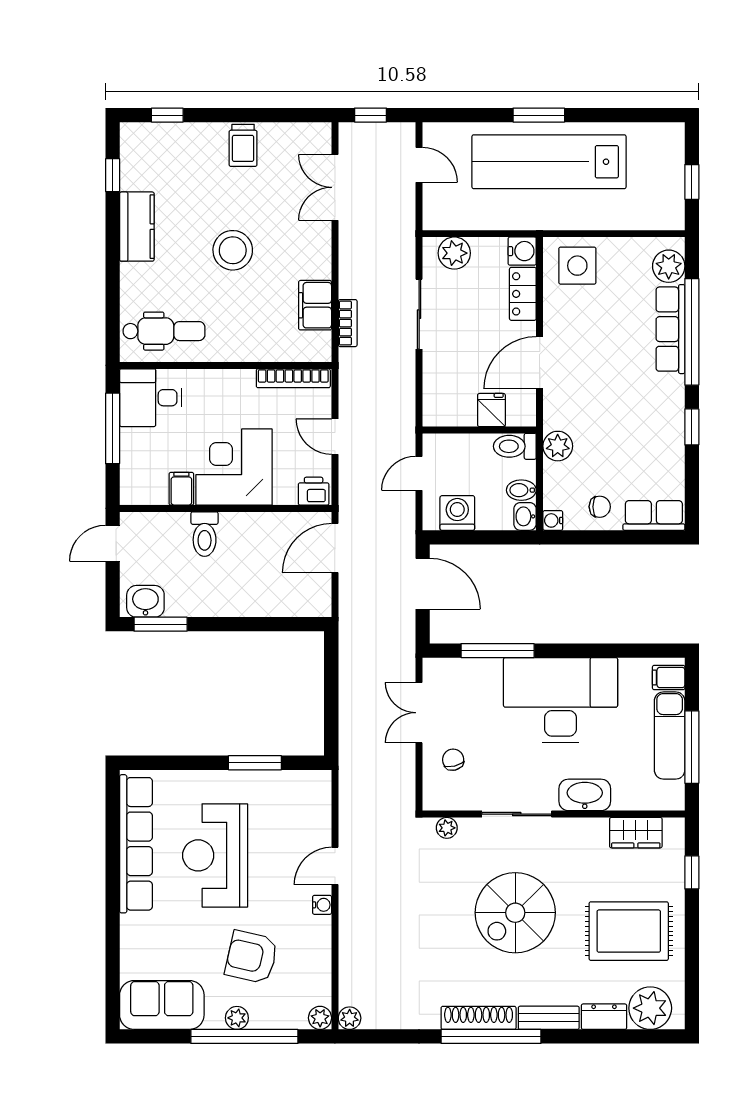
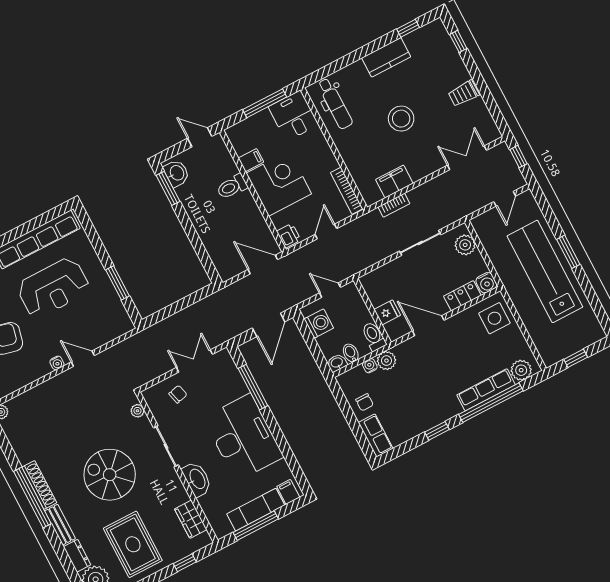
water cooler: (553, 520) -> (370, 366), moved
reception desk: (215, 855) -> (53, 288), turned 180

